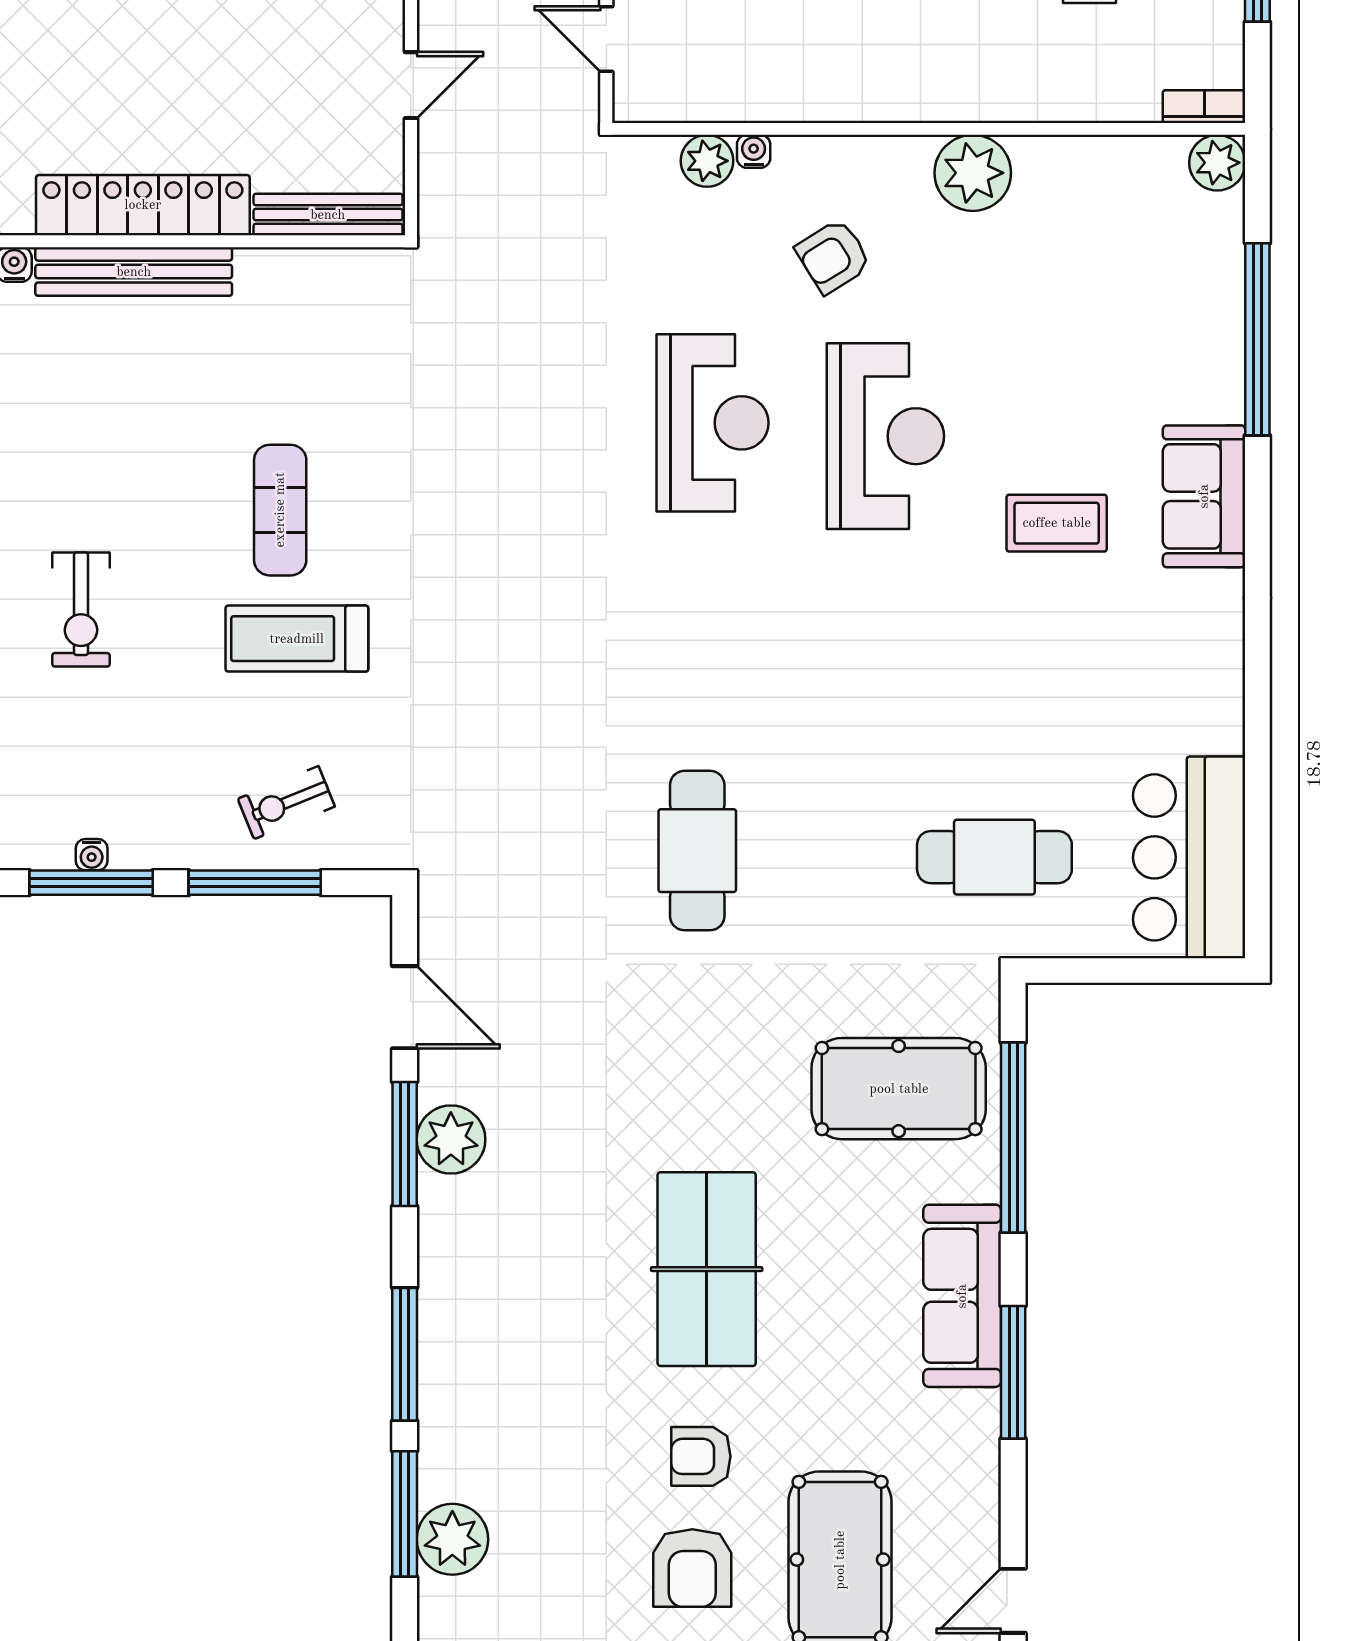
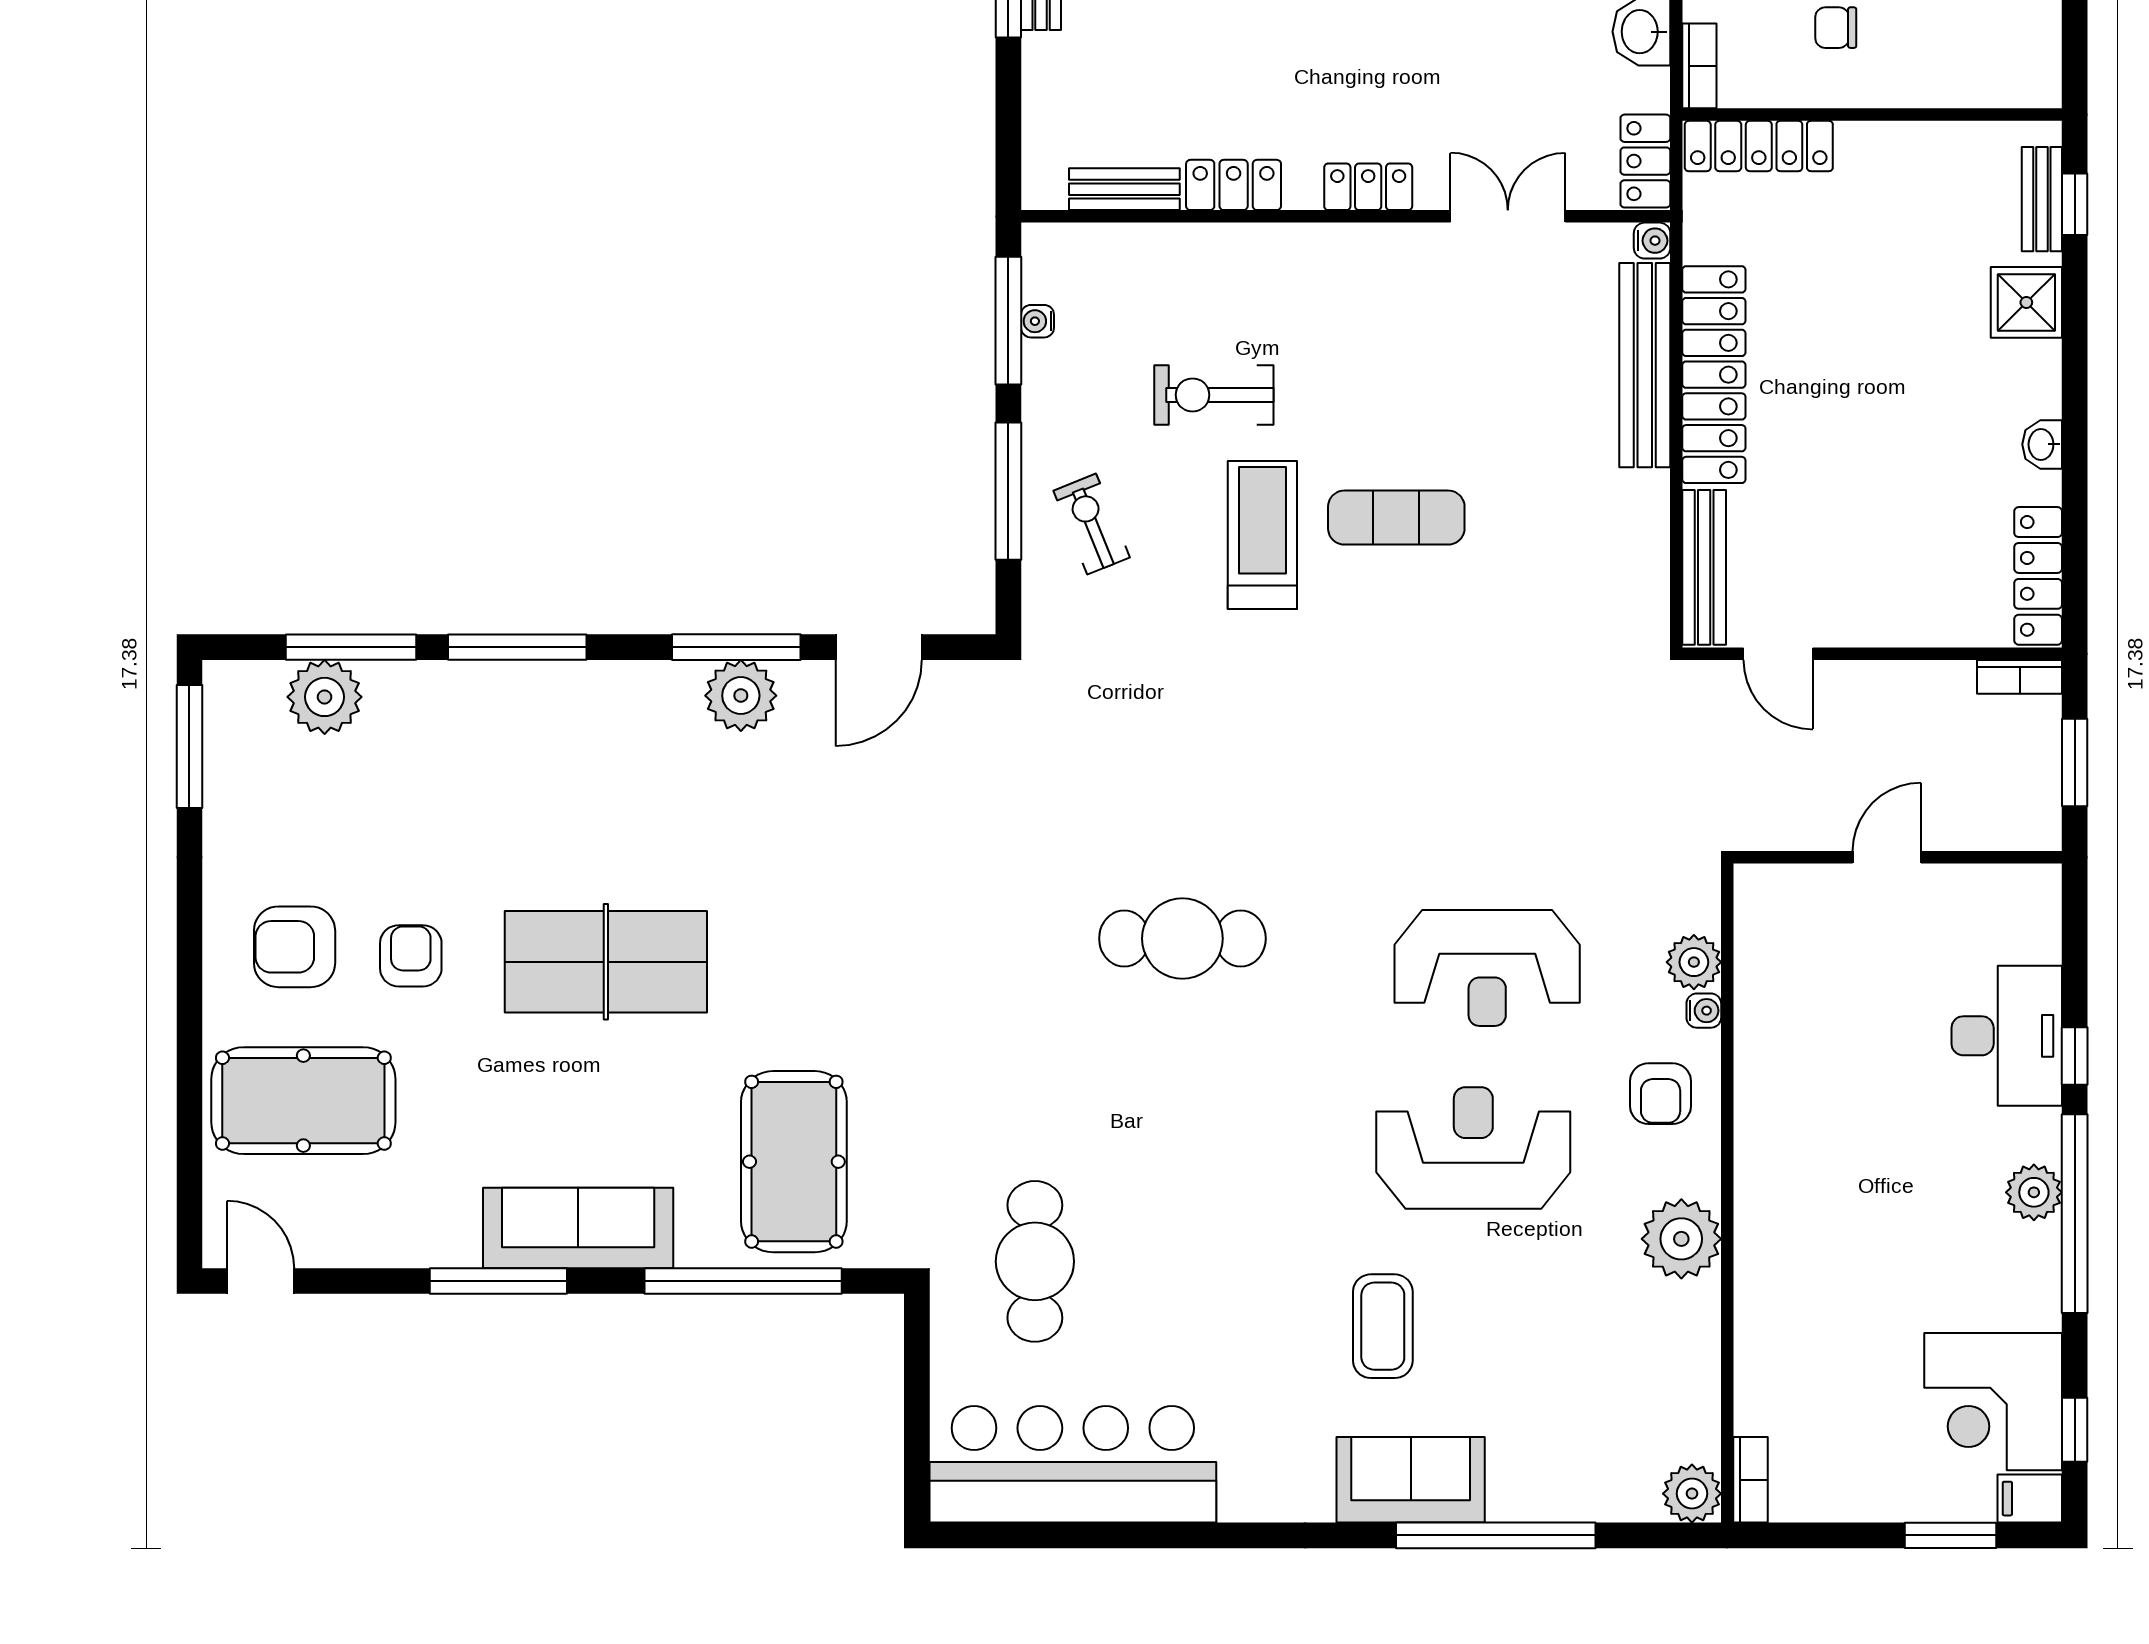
door: (411, 85) -> (1778, 654), moved
bookcase: (1204, 107) -> (1750, 1480), moved
wall: (929, 129) -> (1727, 1193), moved
water cooler: (754, 151) -> (1704, 1011), moved
plant: (707, 161) -> (1694, 962), moved
plant: (1217, 163) -> (1692, 1494), moved
plant: (973, 173) -> (1681, 1239), moved
armchair: (833, 256) -> (1661, 1094), turned -148
window: (1257, 339) -> (1496, 1535), moved
reception desk: (885, 436) -> (1473, 1148), turned 180
exercise bike: (81, 609) -> (1214, 395), moved
cafe table: (697, 851) -> (1182, 939), moved
bar counter: (1189, 857) -> (1073, 1464), width x1.36

